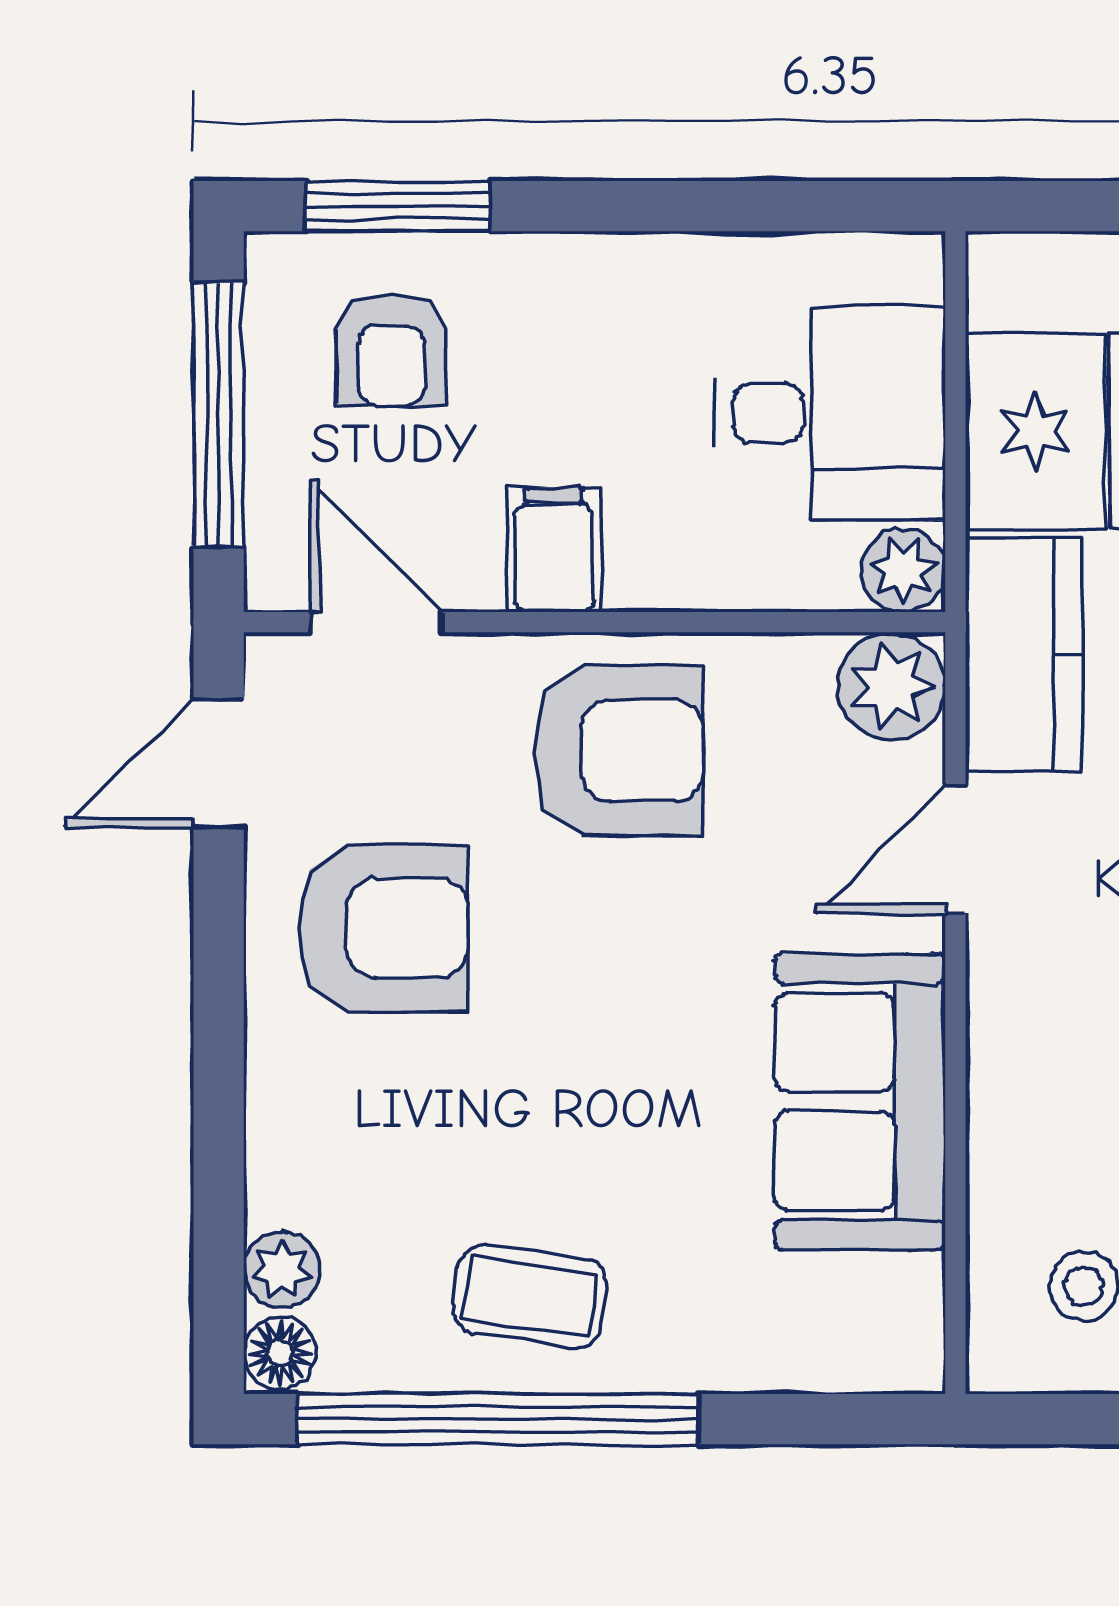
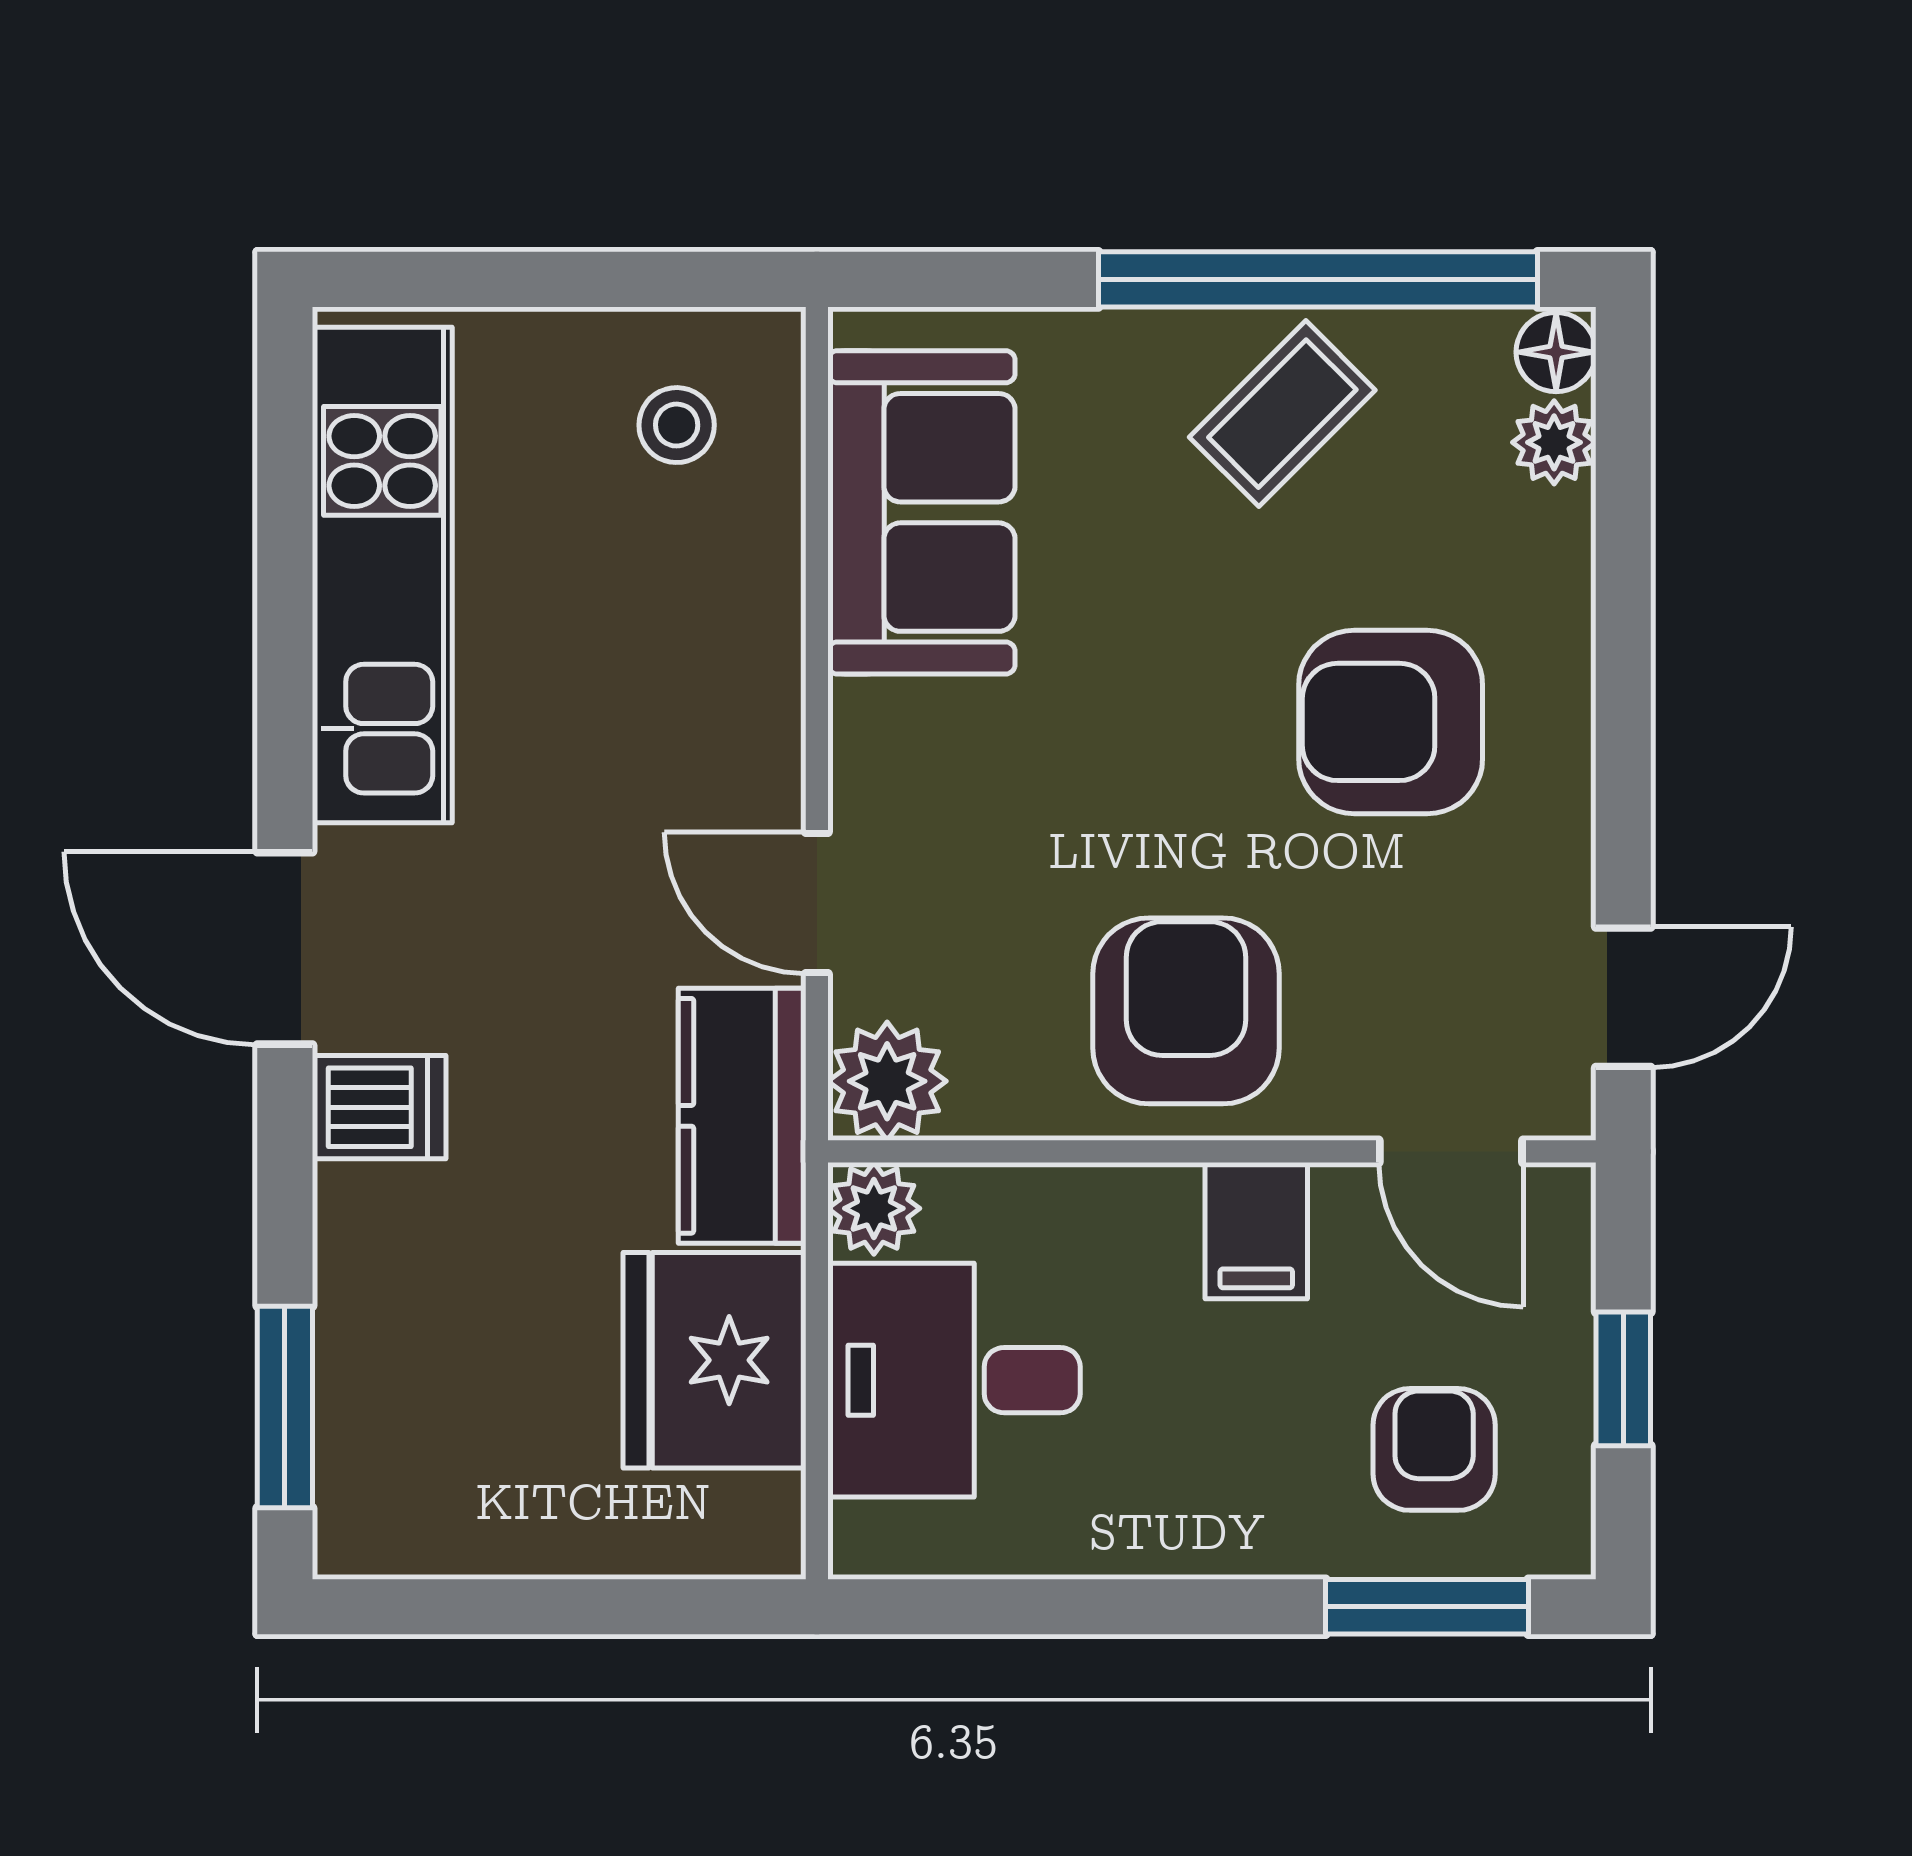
window: (219, 414) -> (1623, 1379), width x0.46
armchair: (618, 751) -> (1186, 1011), turned 90
door: (955, 849) -> (817, 903), swing flipped
armchair: (383, 928) -> (1391, 722), moved
sofa: (860, 1102) -> (921, 512), moved
coffee table: (530, 1297) -> (1282, 414), turned -53

